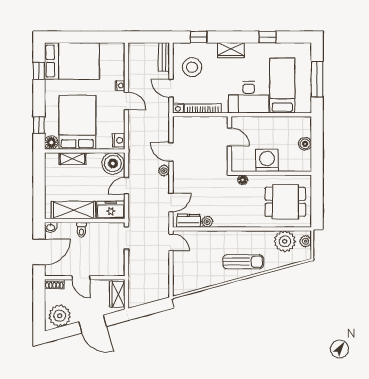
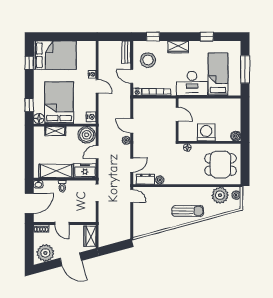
boiler: (305, 144) -> (236, 136), moved

